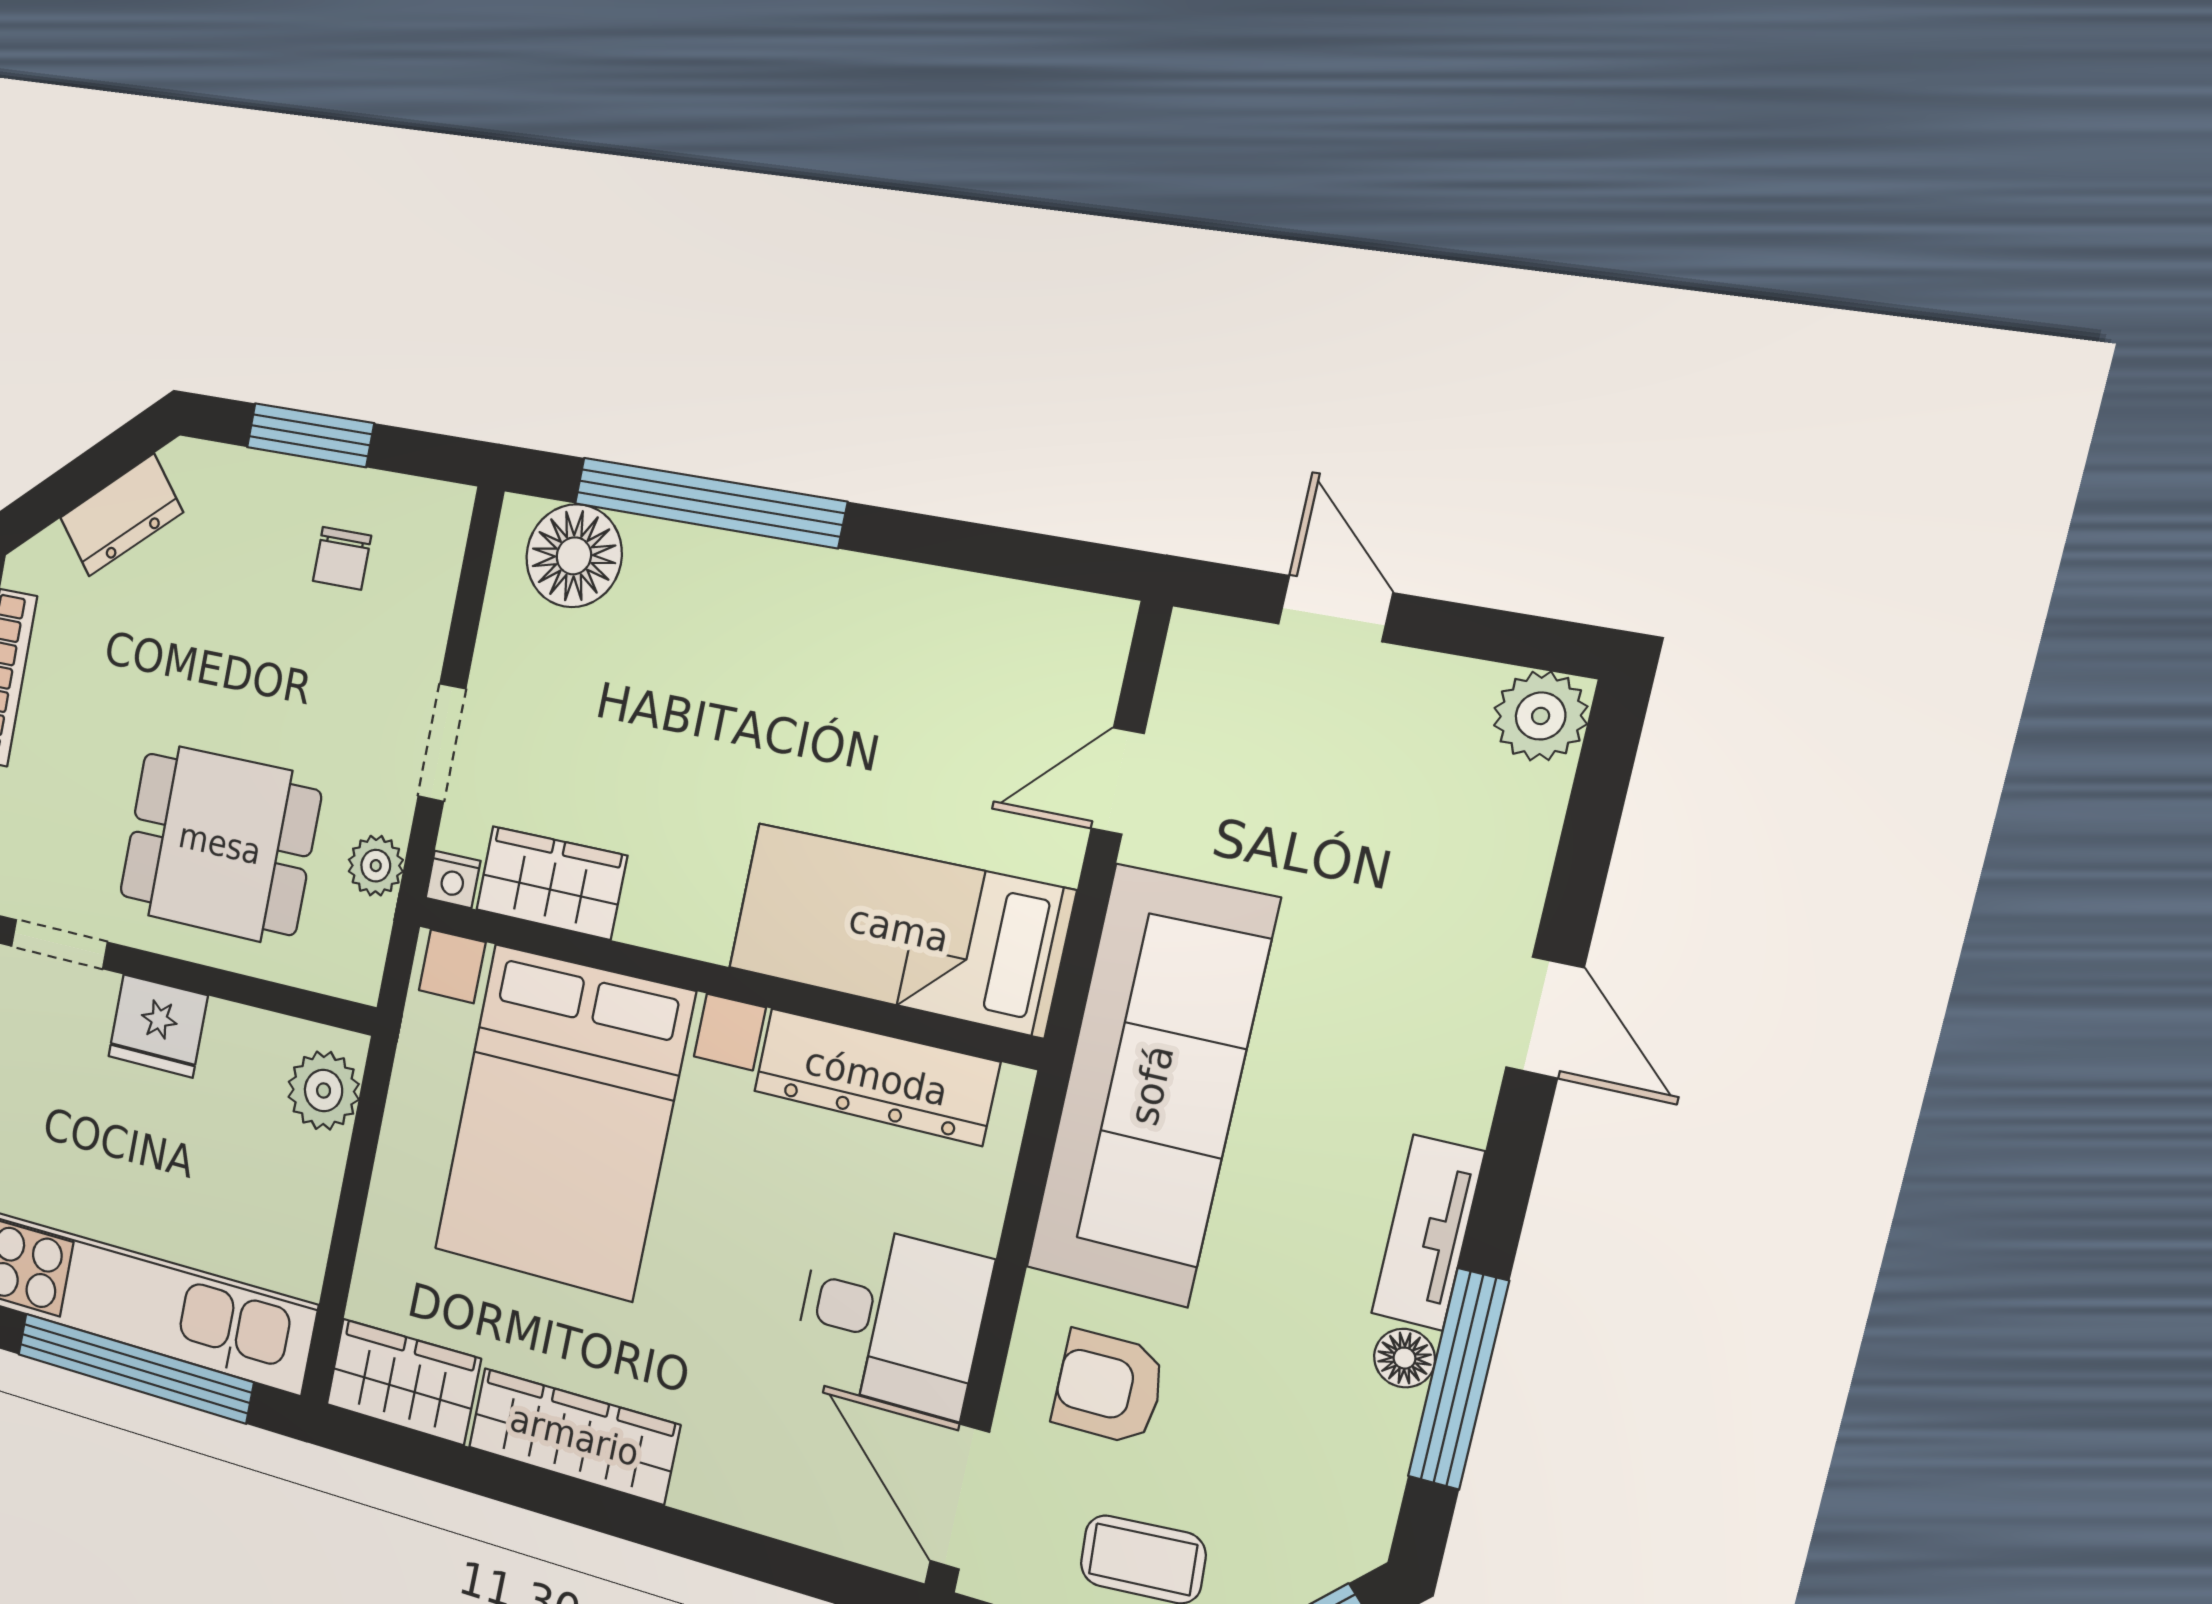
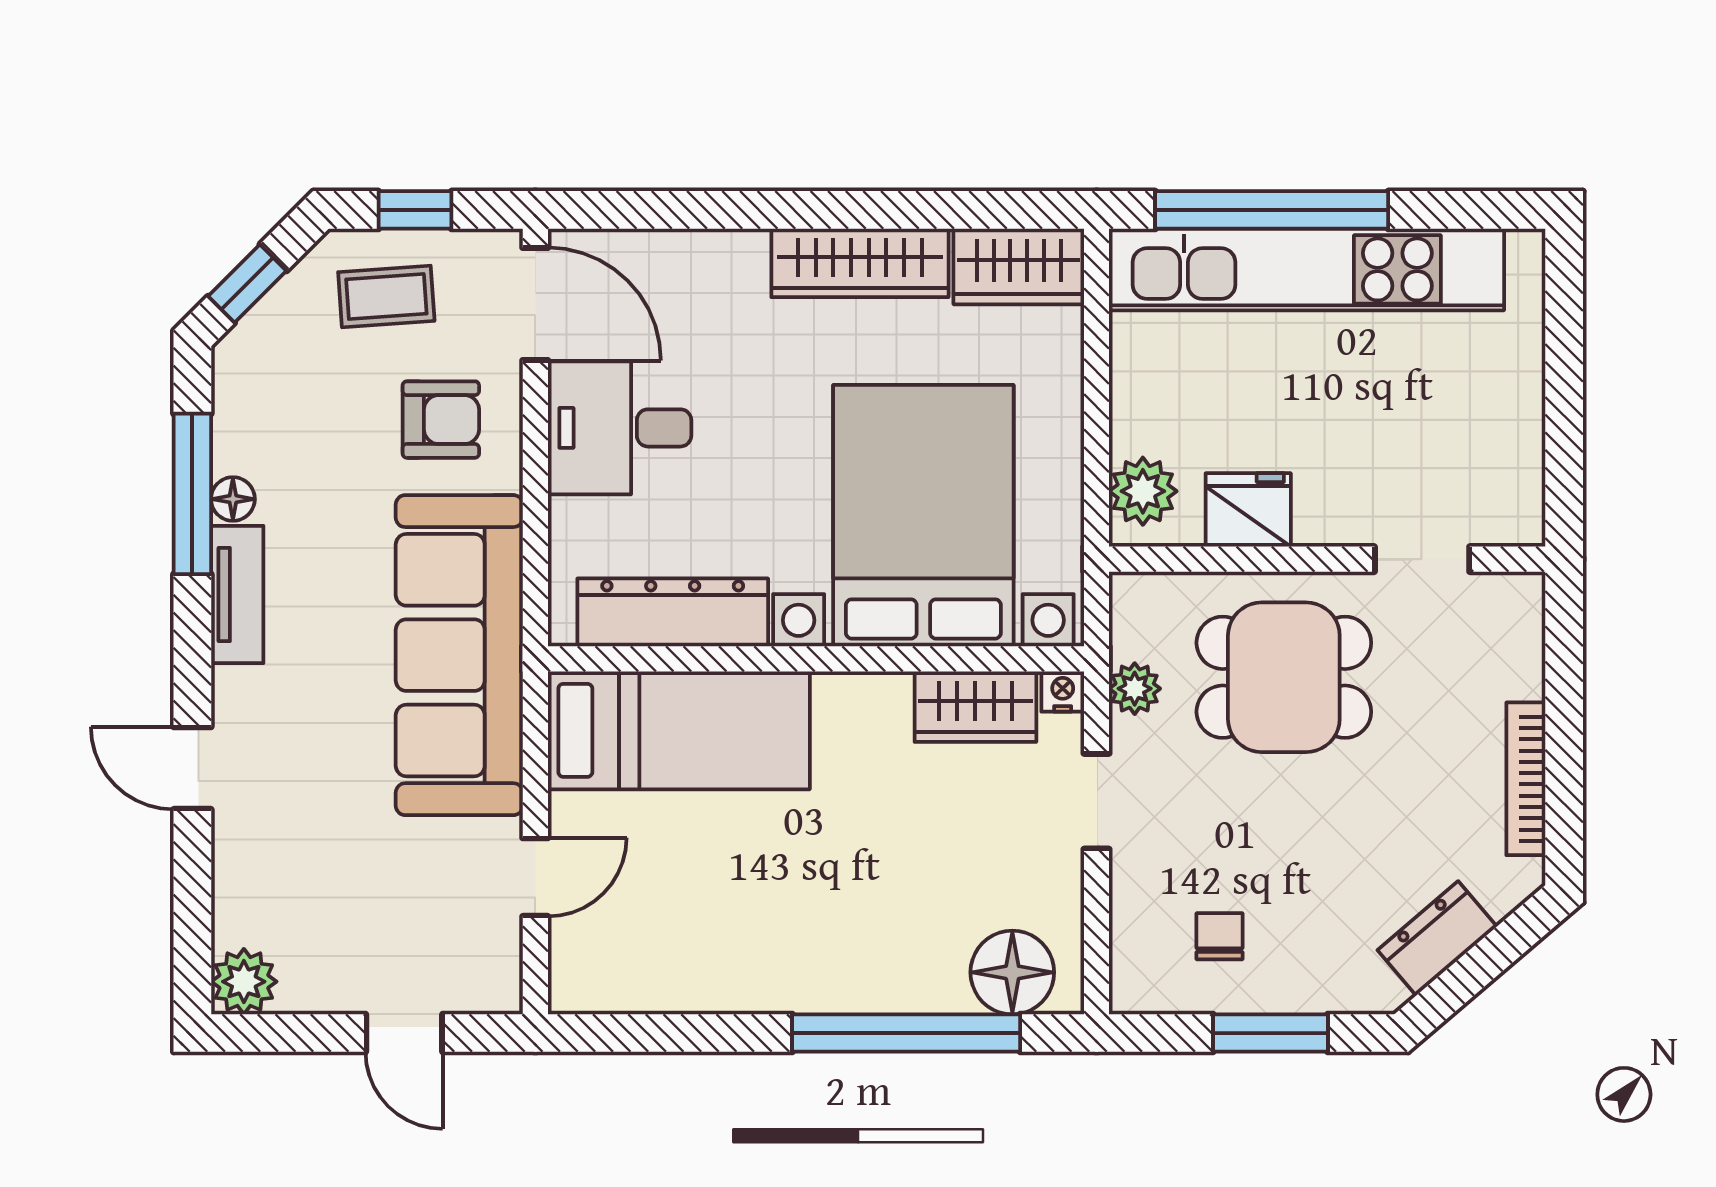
fridge: (158, 1026) -> (1248, 510), moved

